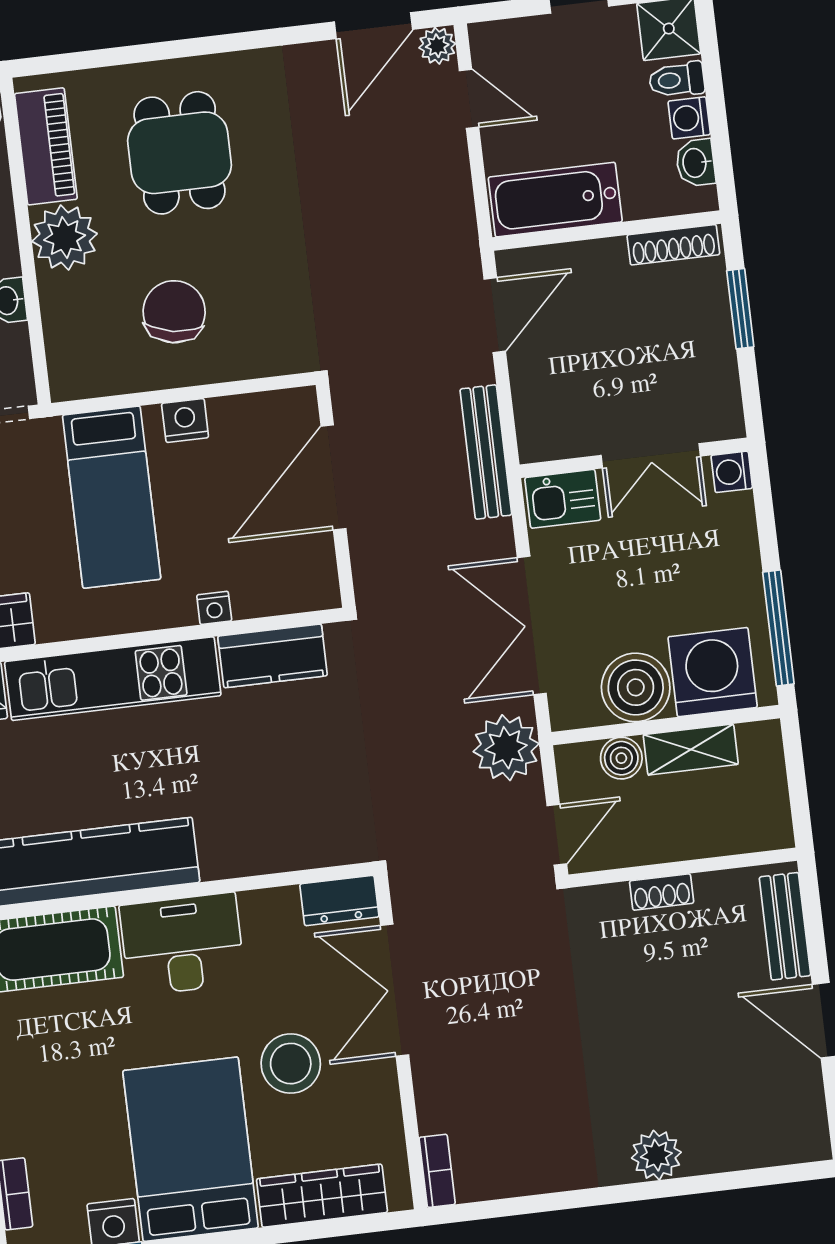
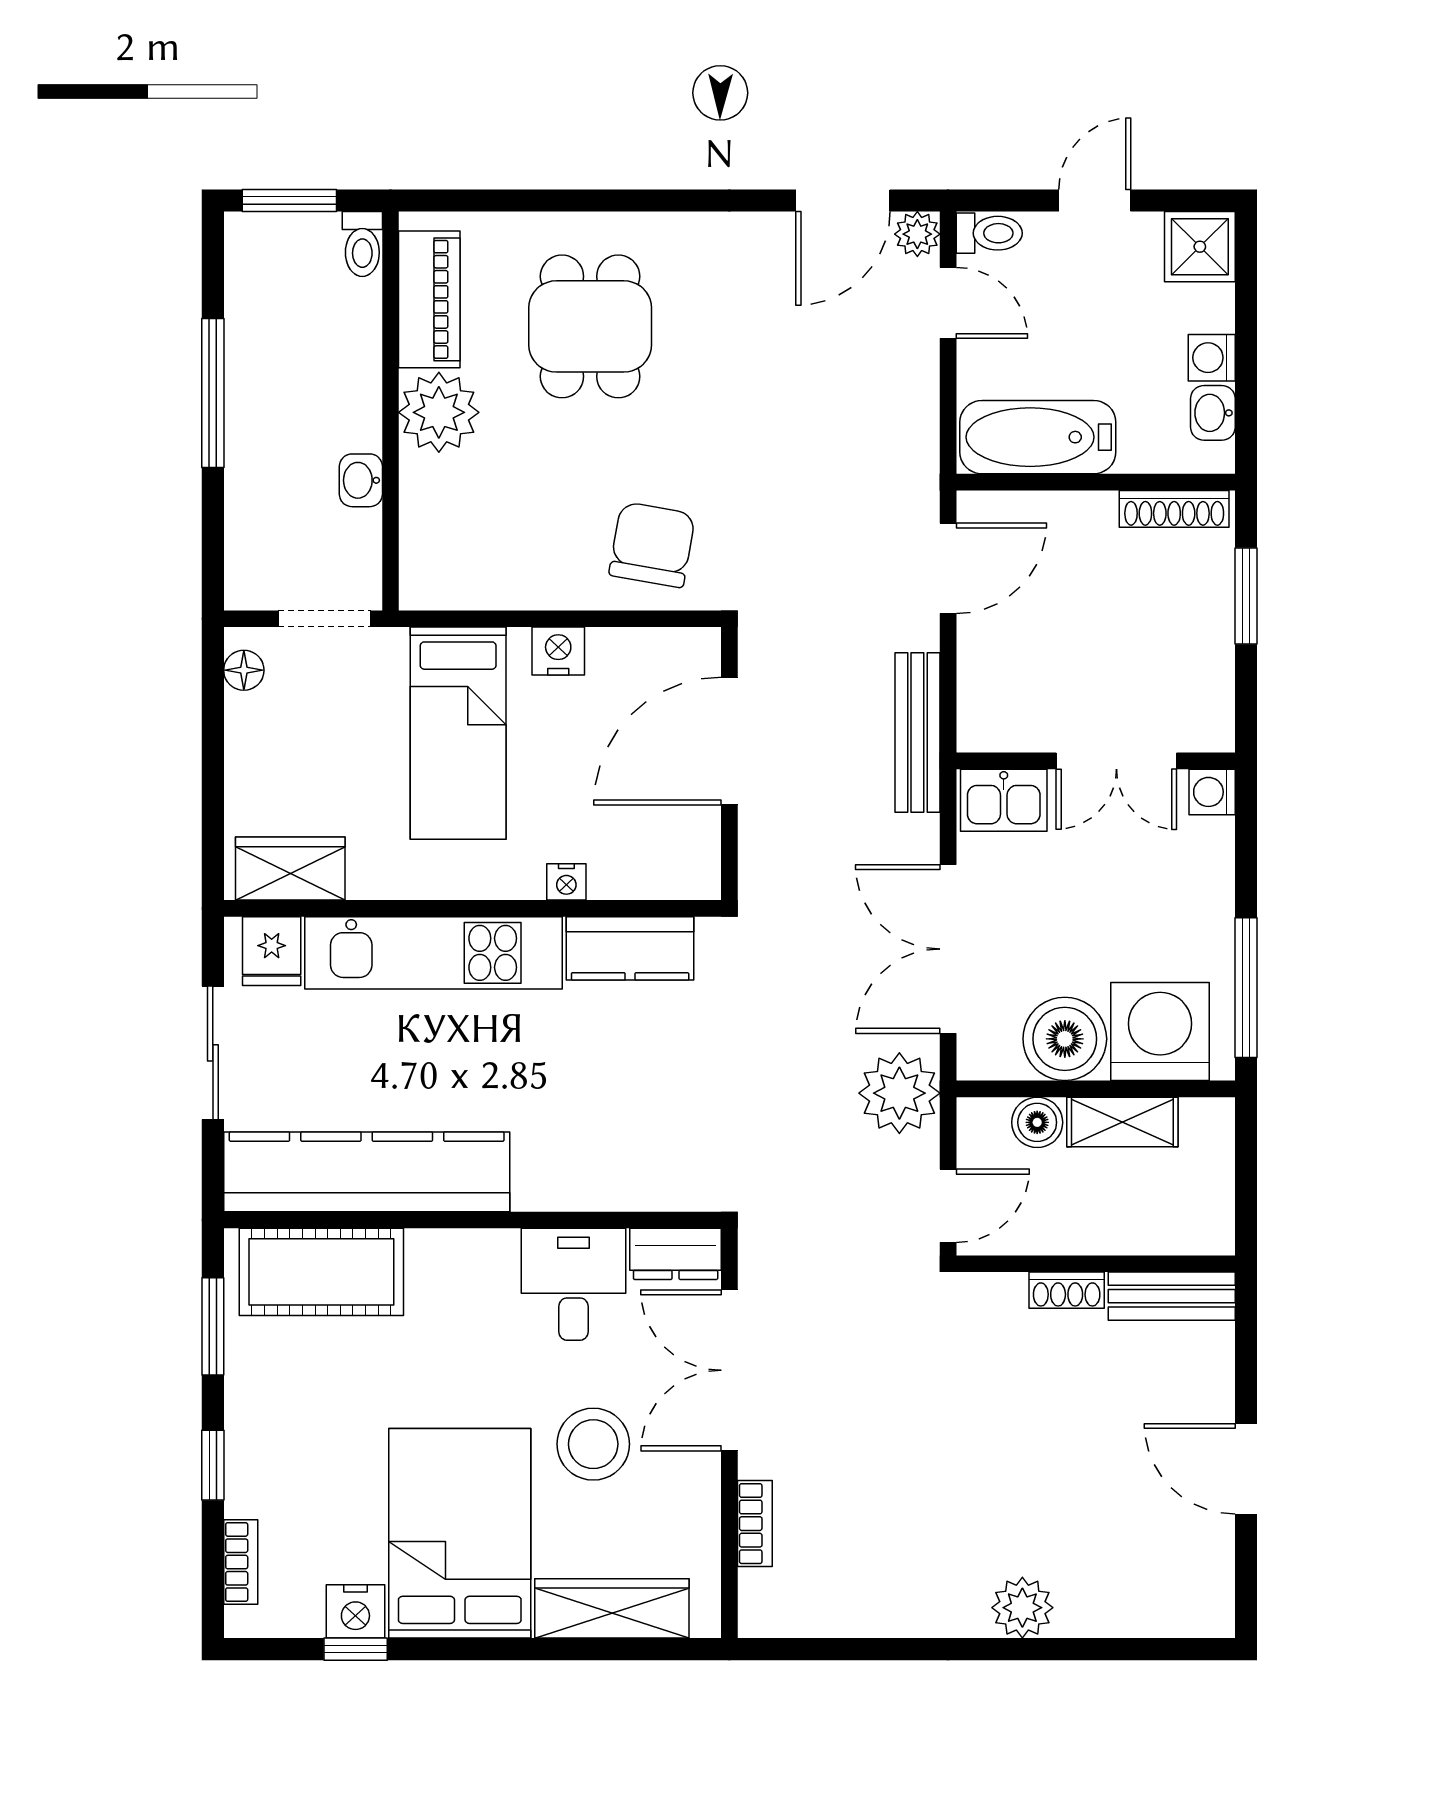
toilet: (677, 80) -> (989, 233), moved, turned 180
chair: (174, 312) -> (652, 545), moved
bench: (785, 926) -> (1172, 1296), moved, turned 90
desk: (182, 944) -> (573, 1284), moved, width x0.73
bookcase: (437, 1171) -> (755, 1524), moved

